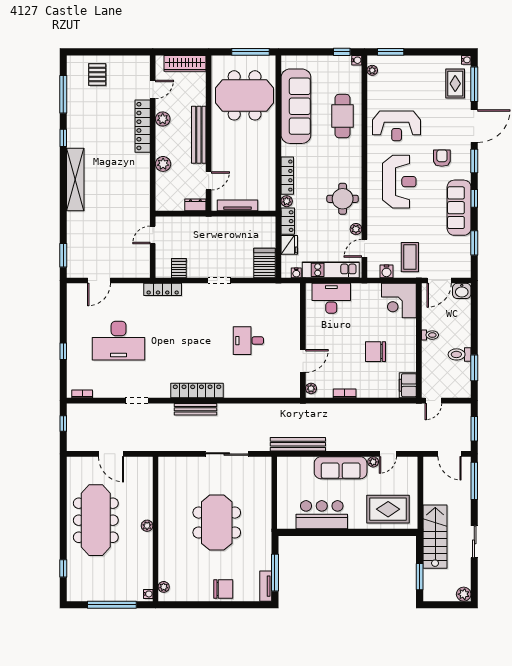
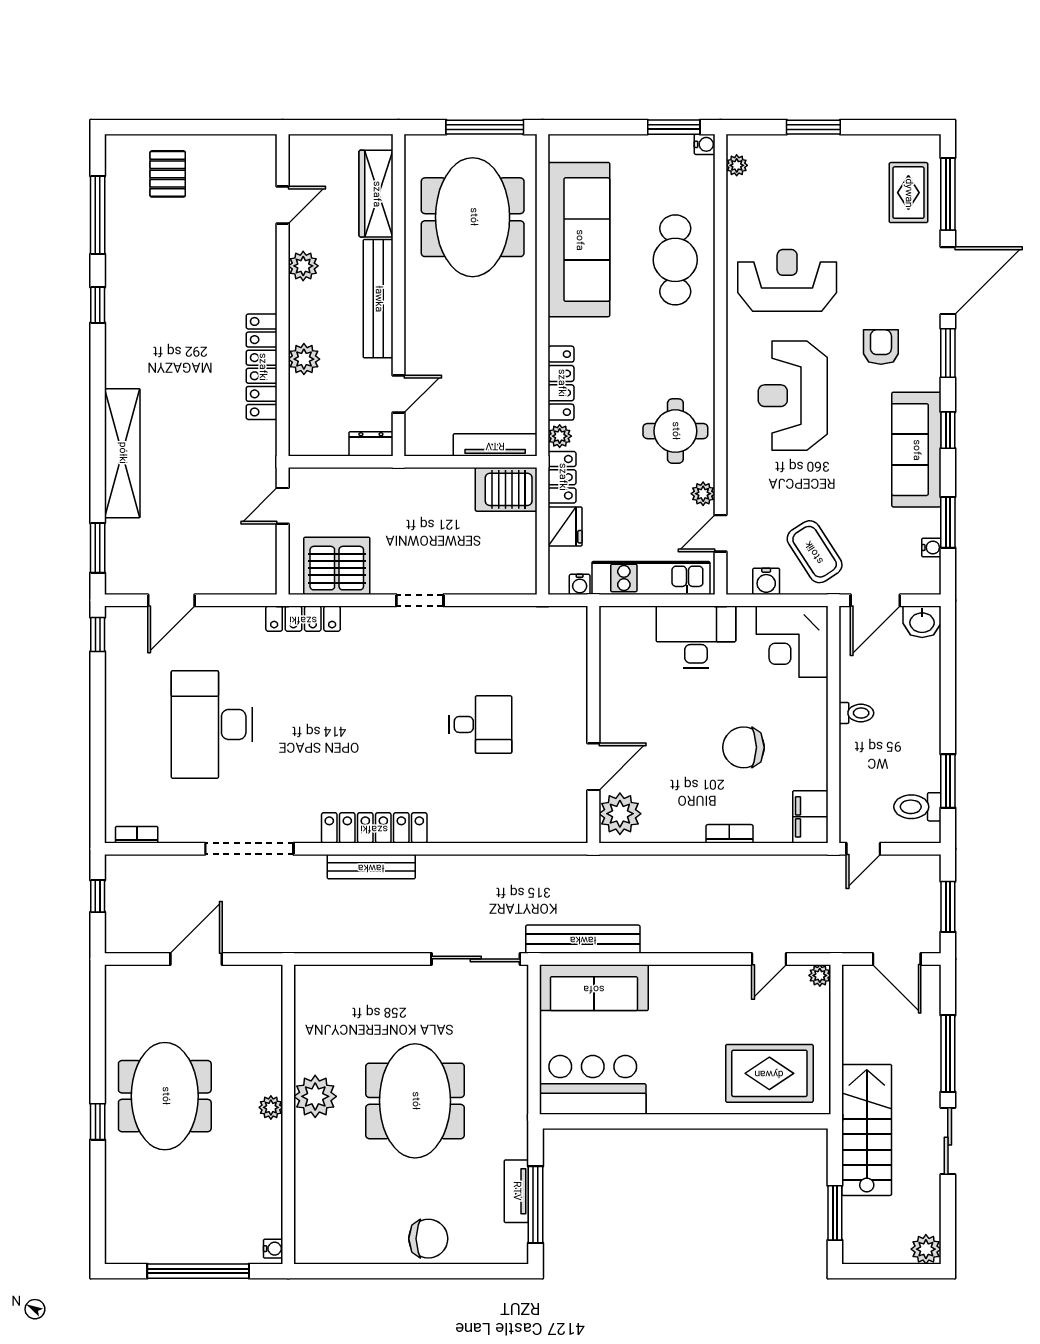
window: (342, 52) -> (674, 127), width x1.50
window: (391, 52) -> (813, 127), moved
water cooler: (466, 60) -> (931, 547), moved
wardrobe: (185, 63) -> (376, 194), moved, turned 90
meeting table: (245, 95) -> (473, 217), turned 90
locker: (143, 126) -> (262, 367), moved
reception desk: (397, 126) -> (787, 280), turned 180
shelving: (75, 180) -> (122, 453), moved
reception desk: (399, 182) -> (793, 396), turned 180
tv unit: (238, 205) -> (495, 445), moved
coffee table: (410, 257) -> (815, 552), turned -33
server rack: (264, 263) -> (506, 489), moved, turned -90
server rack: (179, 268) -> (337, 566), width x2.18, depth x1.44
desk: (331, 298) -> (696, 637), moved
desk: (119, 341) -> (212, 724), turned 90
desk: (248, 341) -> (481, 724), turned 180
window: (63, 351) -> (98, 635), moved
toilet: (460, 354) -> (917, 807), moved
plant: (311, 388) -> (620, 814), width x1.87, depth x1.87
bookcase: (345, 393) -> (729, 834), moved
doorway: (137, 401) -> (249, 849), width x1.88
door: (111, 454) -> (196, 959), swing flipped
sliding door: (227, 454) -> (476, 959), moved
plant: (373, 462) -> (820, 975), moved
sofa: (341, 468) -> (594, 988), moved
window: (474, 481) -> (948, 1054), moved
bar counter: (322, 515) -> (593, 1085), moved
meeting table: (96, 520) -> (165, 1096), width x0.73
window: (63, 568) -> (98, 1122), moved
tv unit: (266, 586) -> (516, 1191), moved
plant: (164, 587) -> (315, 1096), moved, width x1.88, depth x1.88

